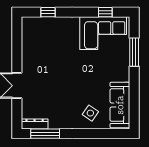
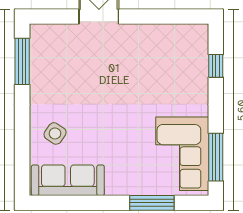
window: (105, 12) -> (216, 157), width x2.17
dresser: (35, 124) -> (38, 45), removed

